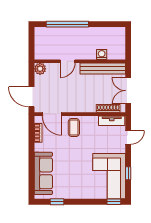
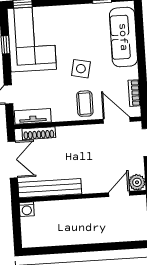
window: (67, 24) -> (103, 247), removed
washing machine: (102, 55) -> (27, 209), moved
door: (68, 61) -> (119, 194), moved
side table: (75, 153) -> (81, 69), added

